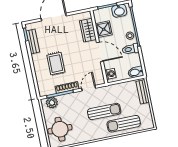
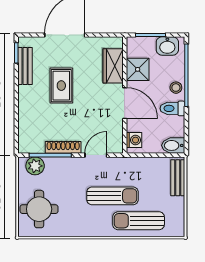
rug: (56, 64) -> (61, 86), moved

